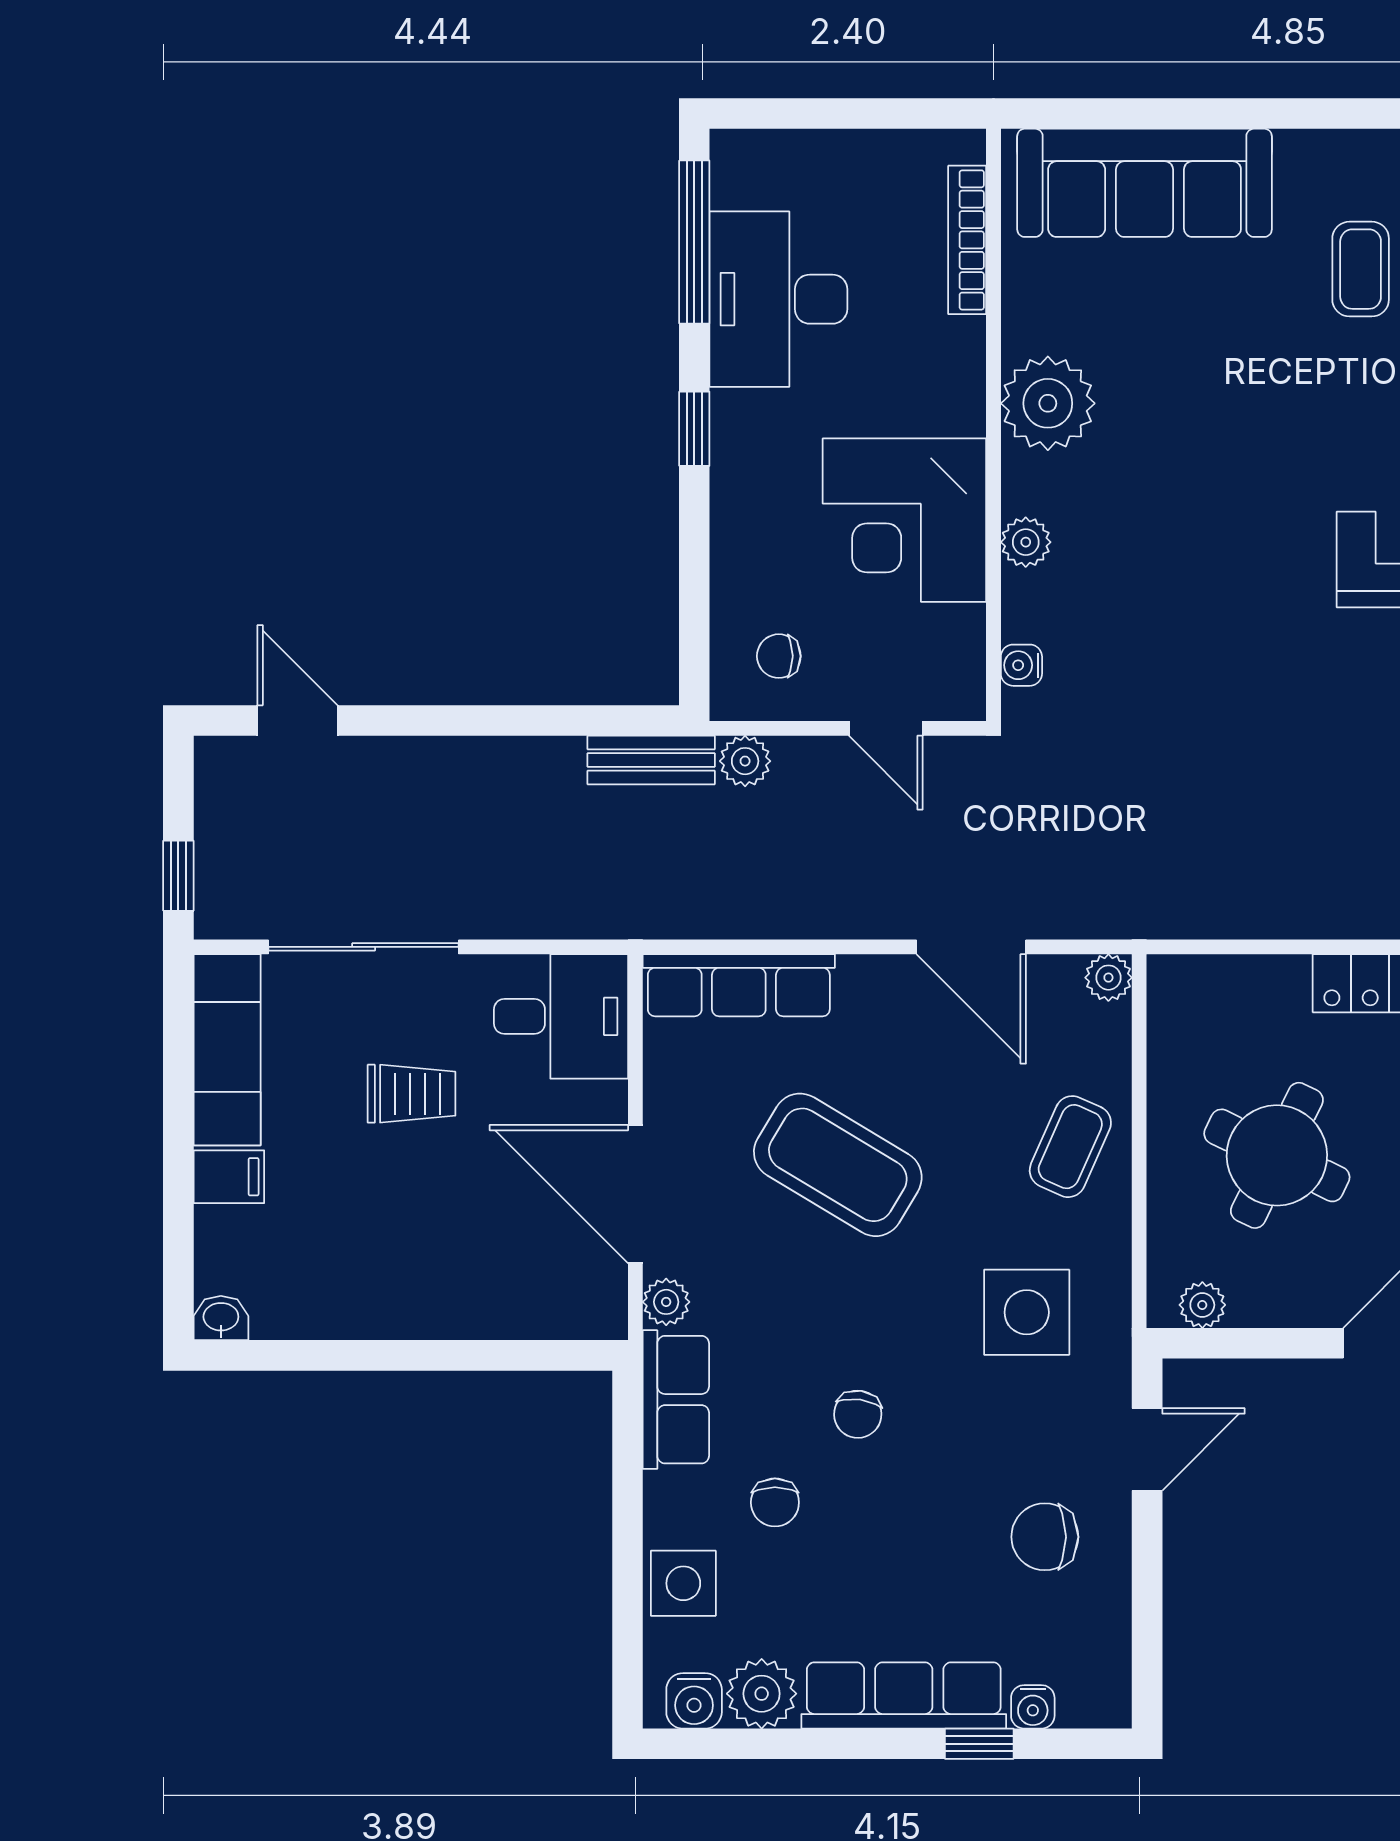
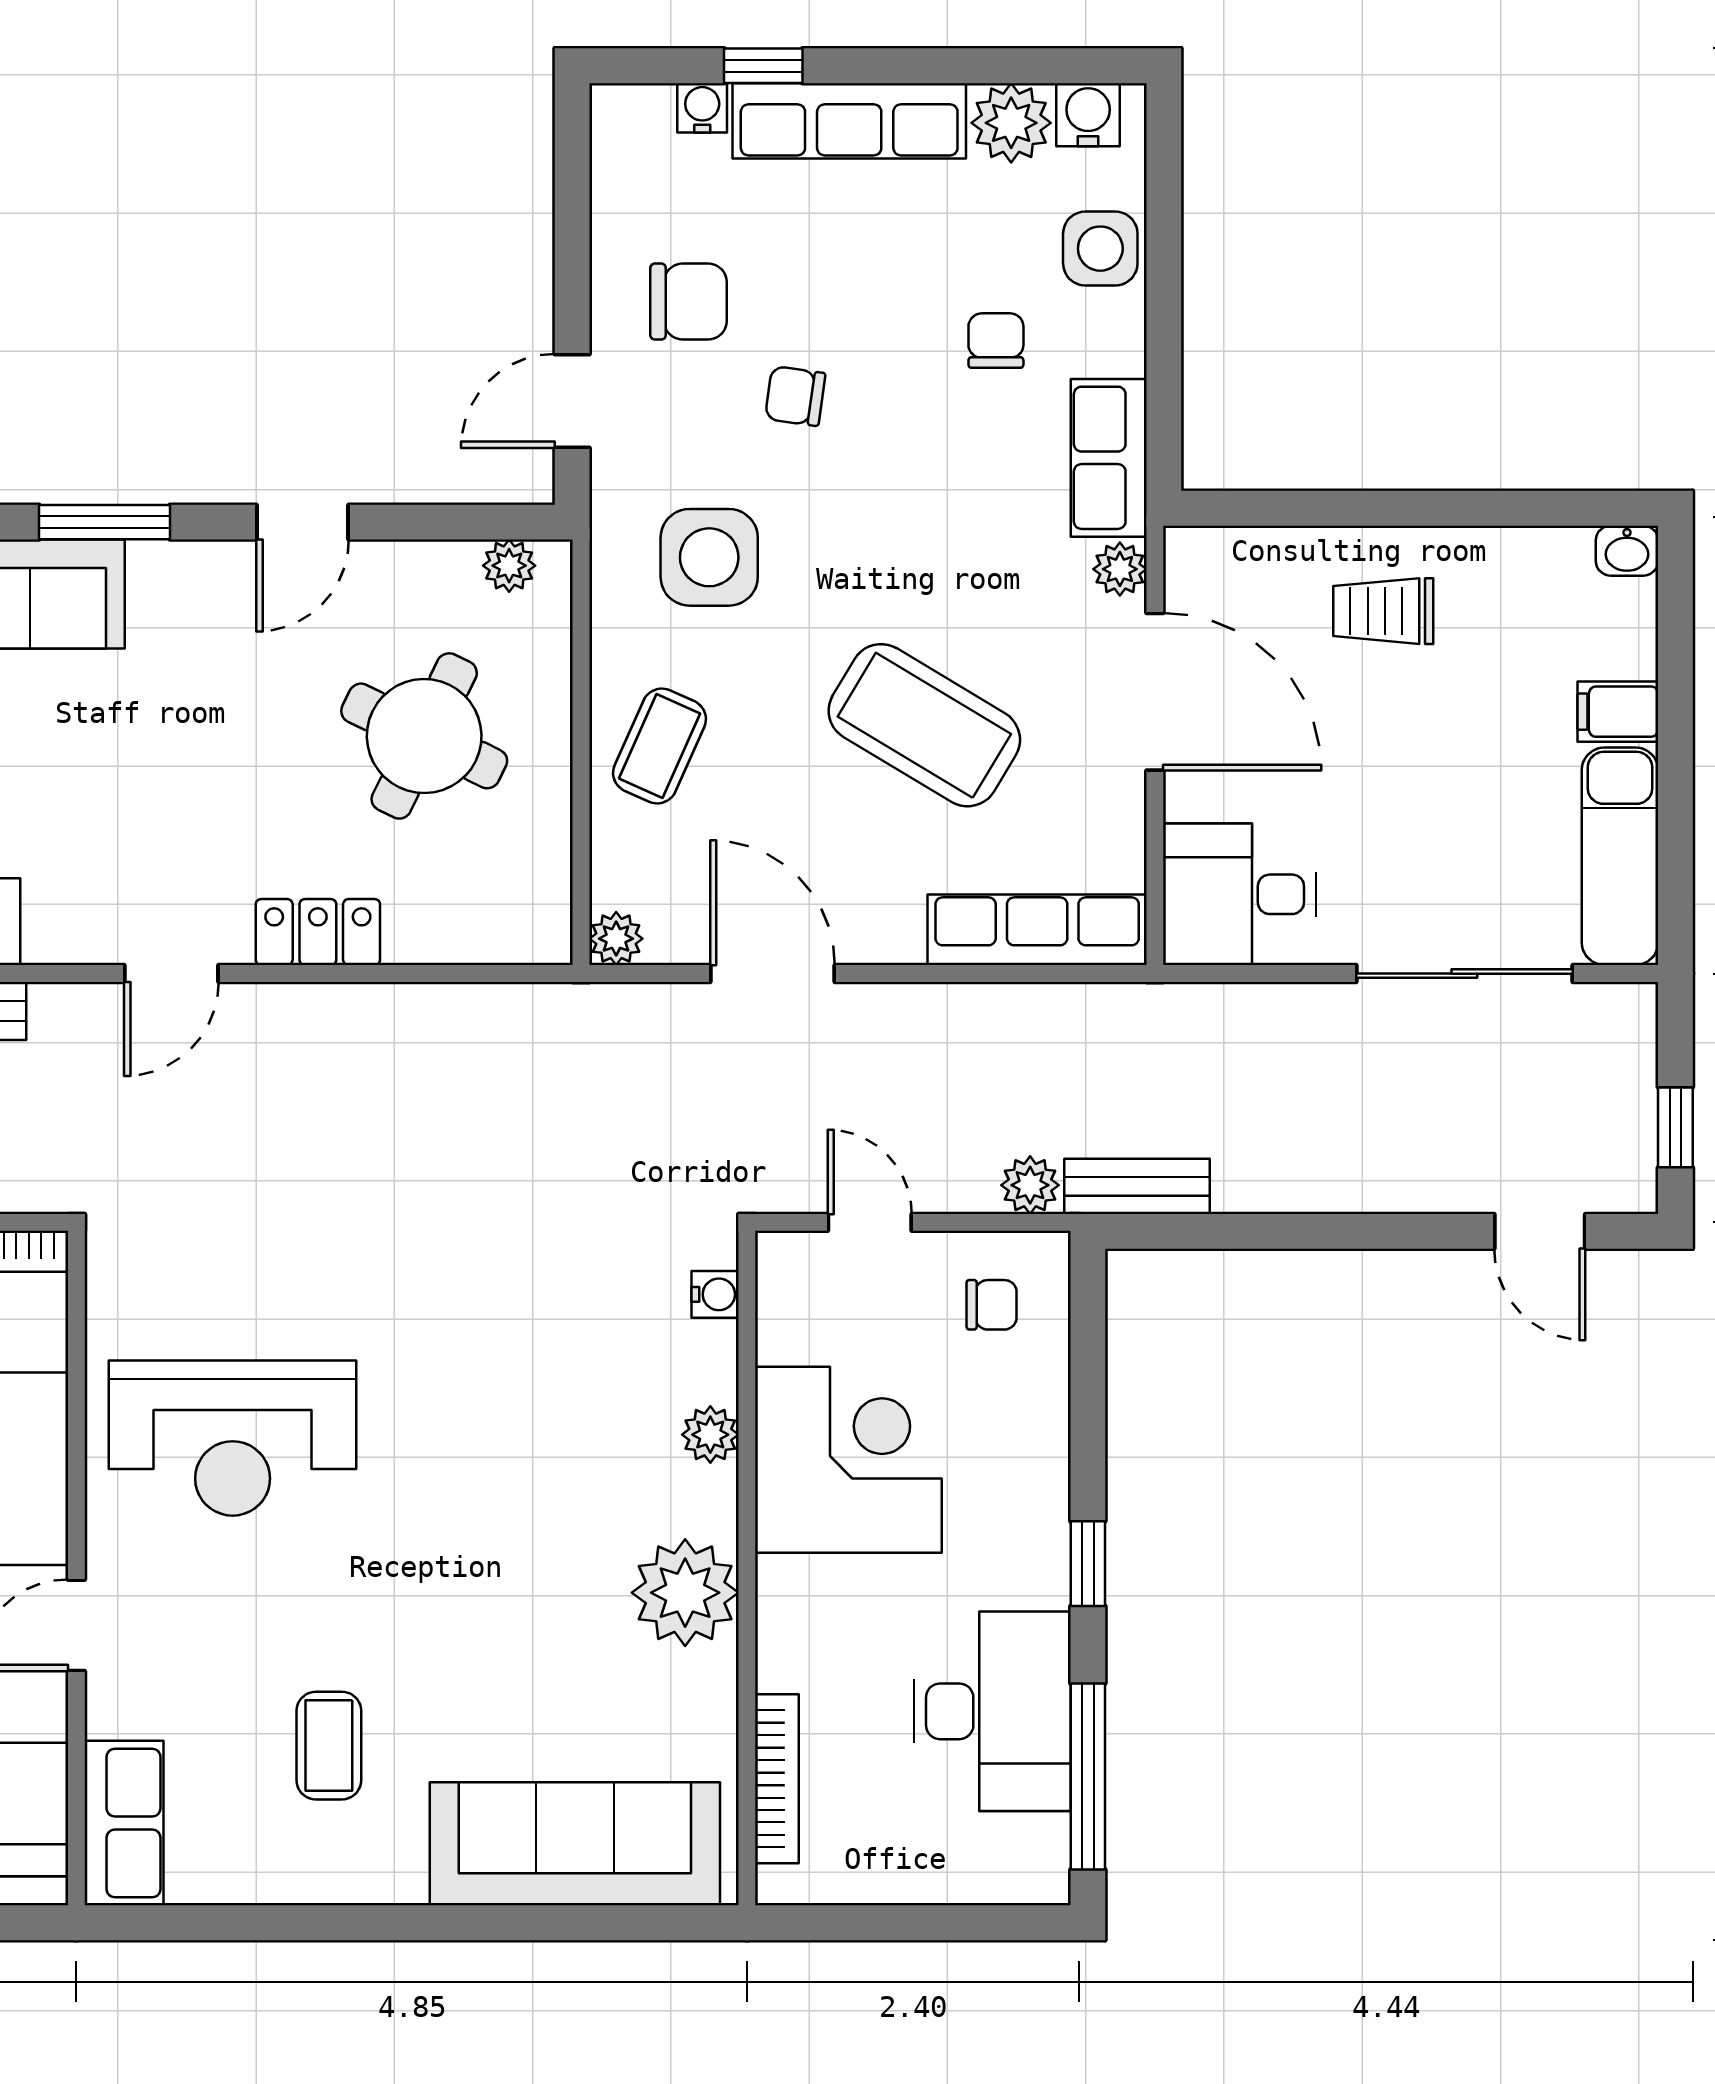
window: (178, 876) -> (1675, 1127), moved
trolley: (412, 1094) -> (1383, 611), moved
chair: (858, 1414) -> (795, 396), moved, turned -90

